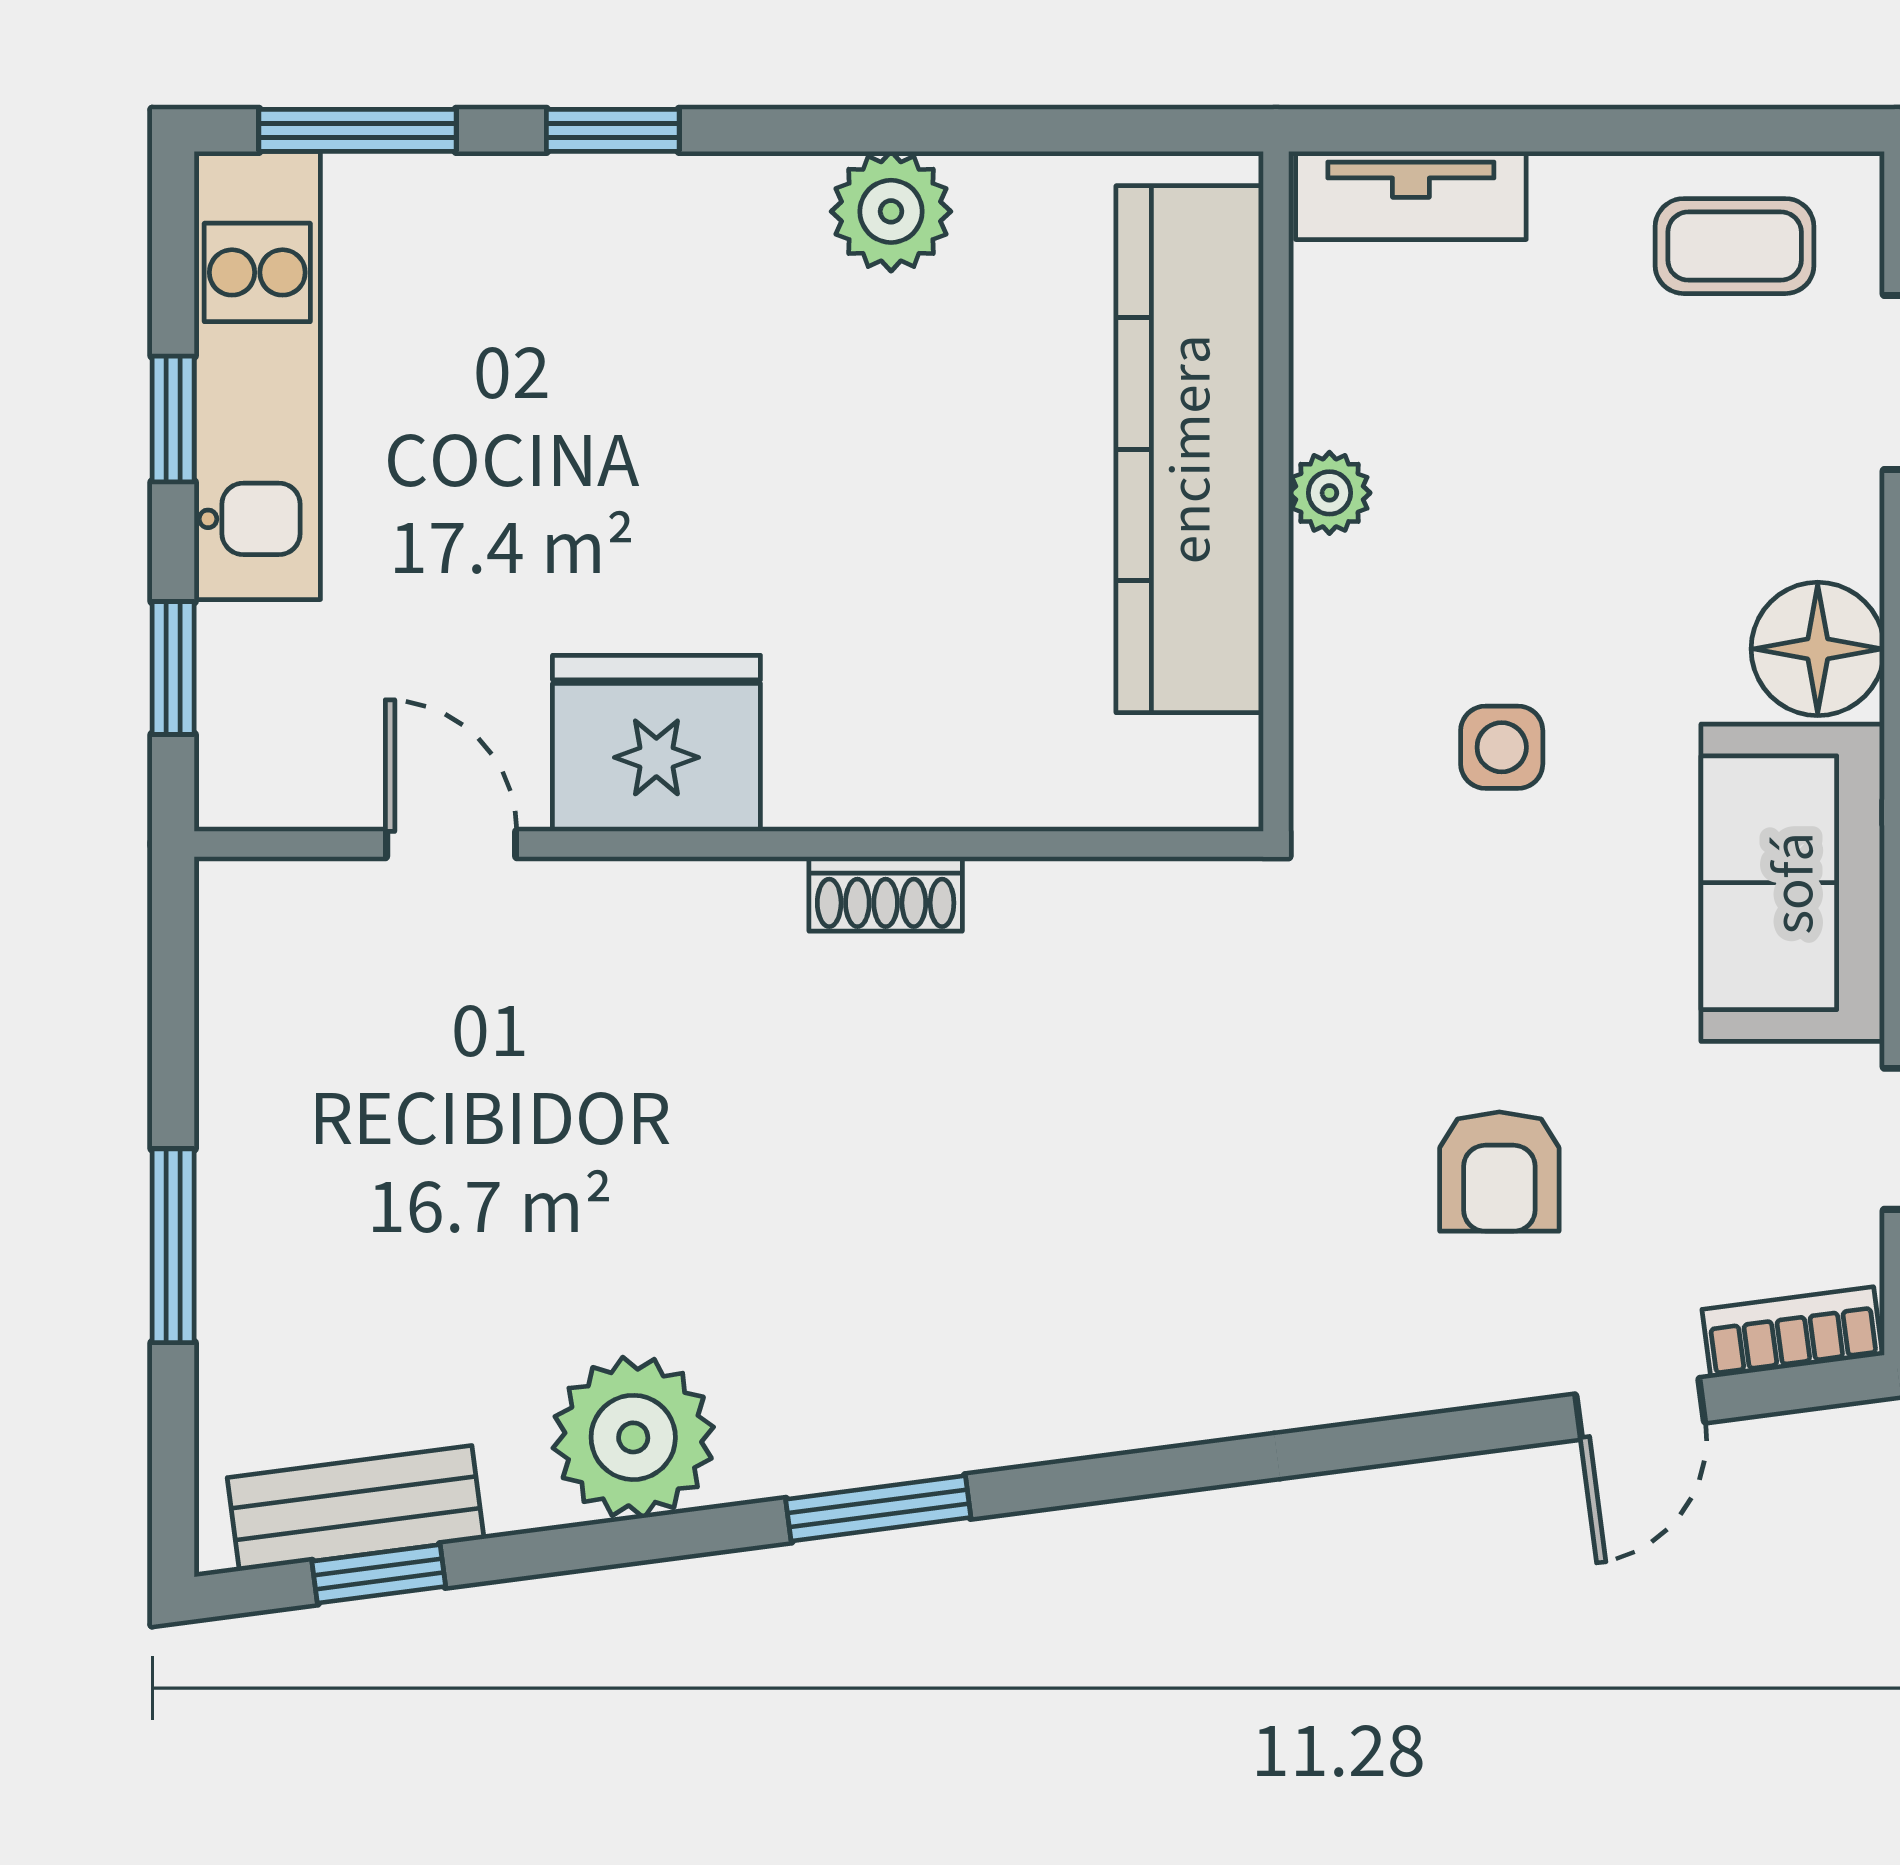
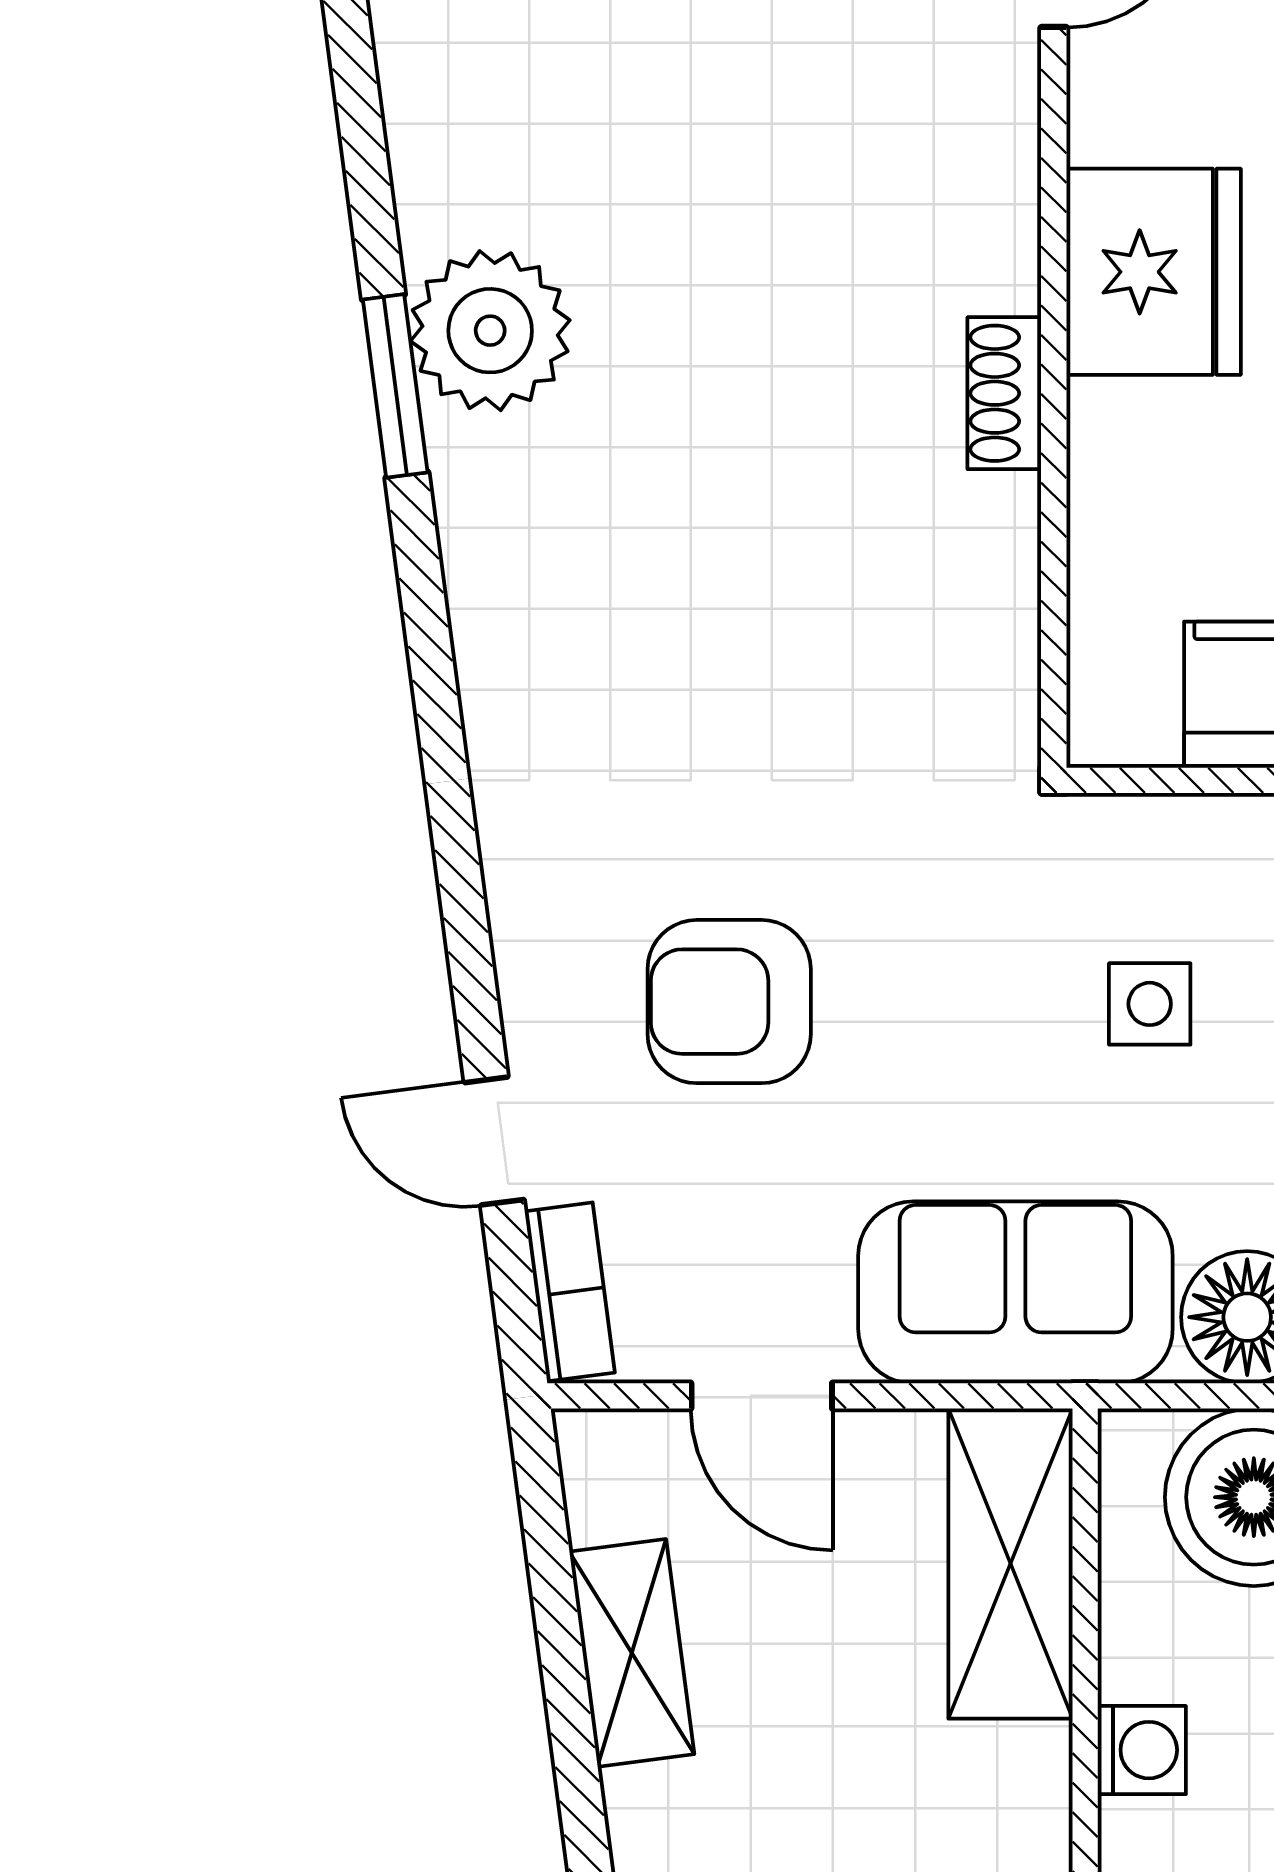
fridge: (656, 743) -> (1154, 272), moved
armchair: (1499, 1172) -> (729, 1002), width x1.38, depth x1.38
plant: (633, 1437) -> (490, 331), moved

